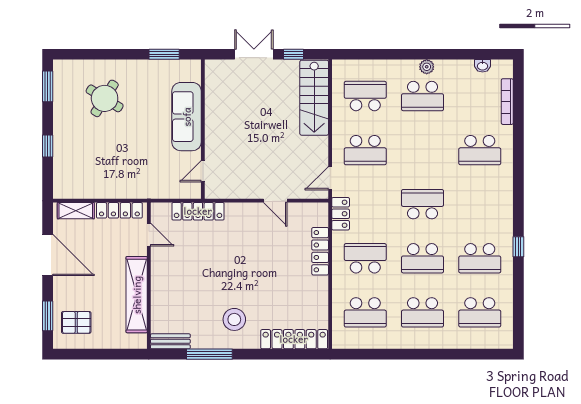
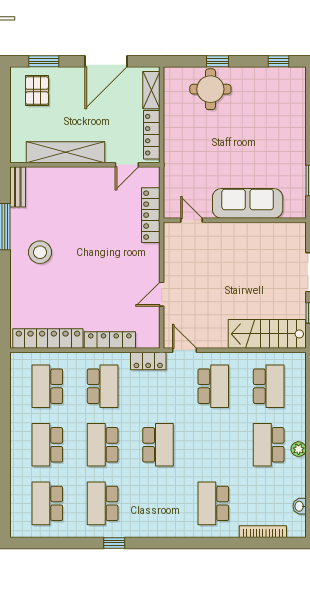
window: (48, 86) -> (279, 61), width x0.67
round table: (105, 98) -> (210, 89), moved, turned -32
school desk: (365, 150) -> (213, 386), turned 180
locker: (294, 339) -> (48, 339), moved, turned -90

